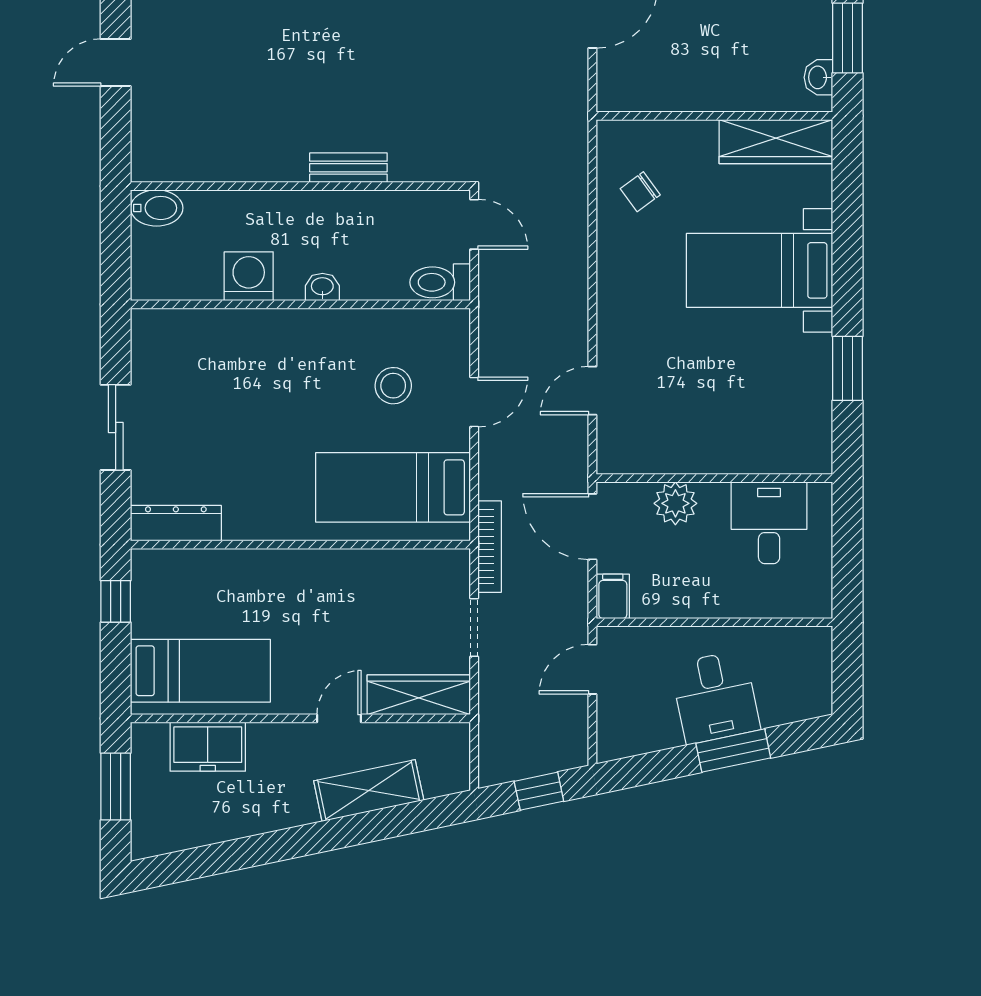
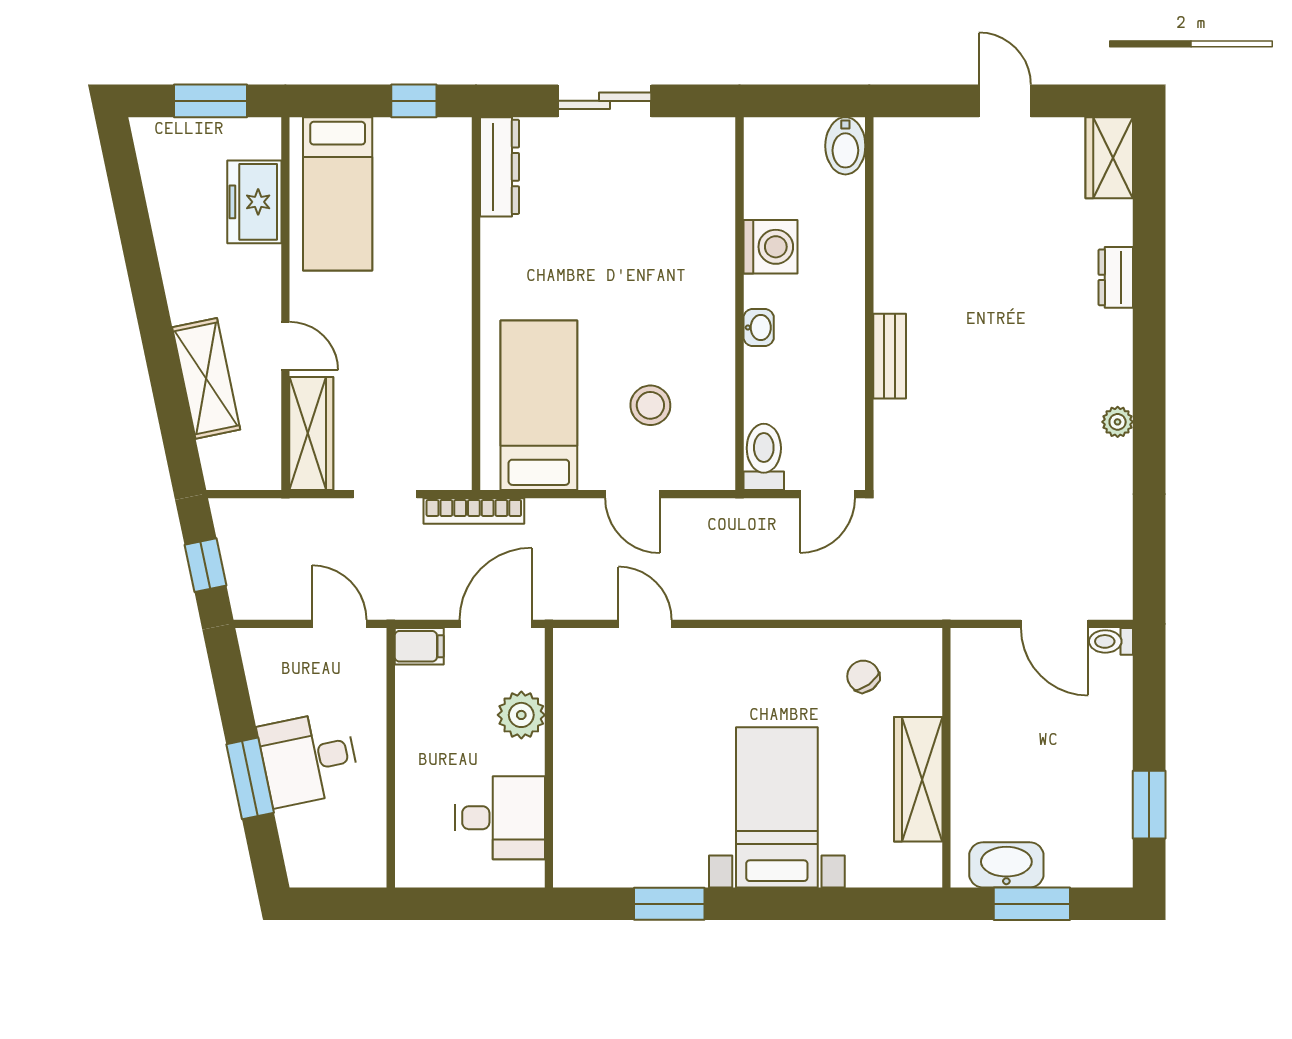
washbasin: (818, 77) -> (1006, 865), width x1.91, depth x1.45
wardrobe: (776, 142) -> (918, 779), moved

